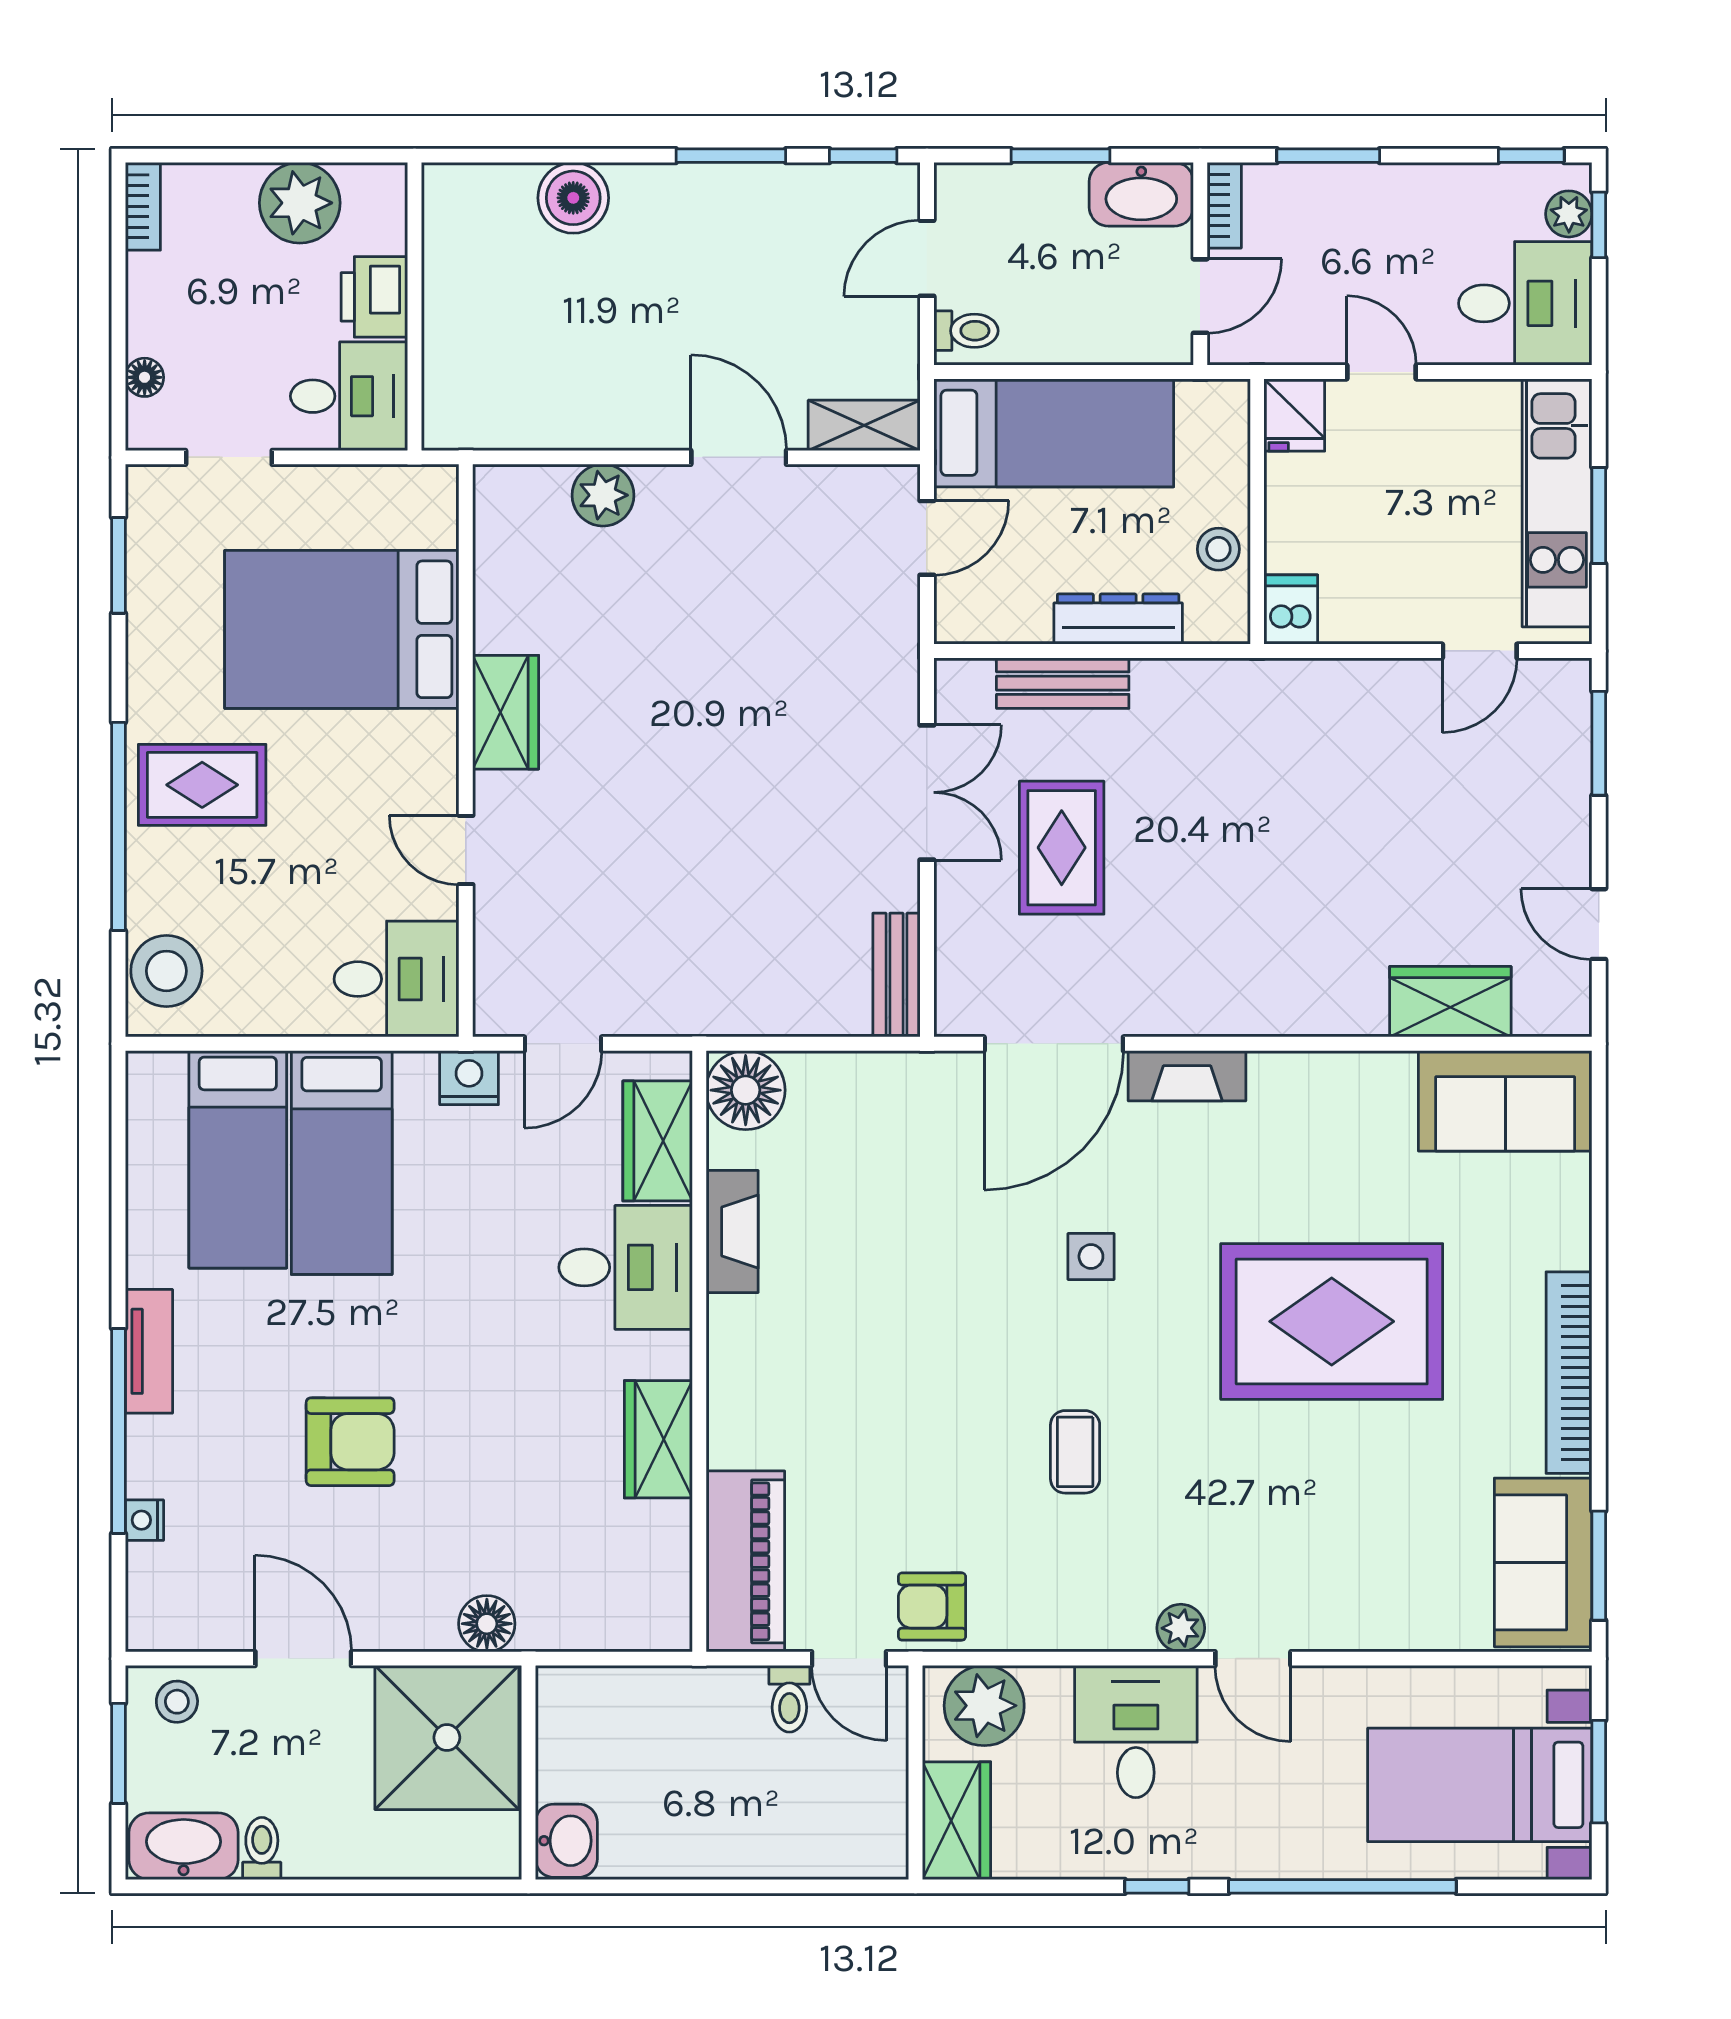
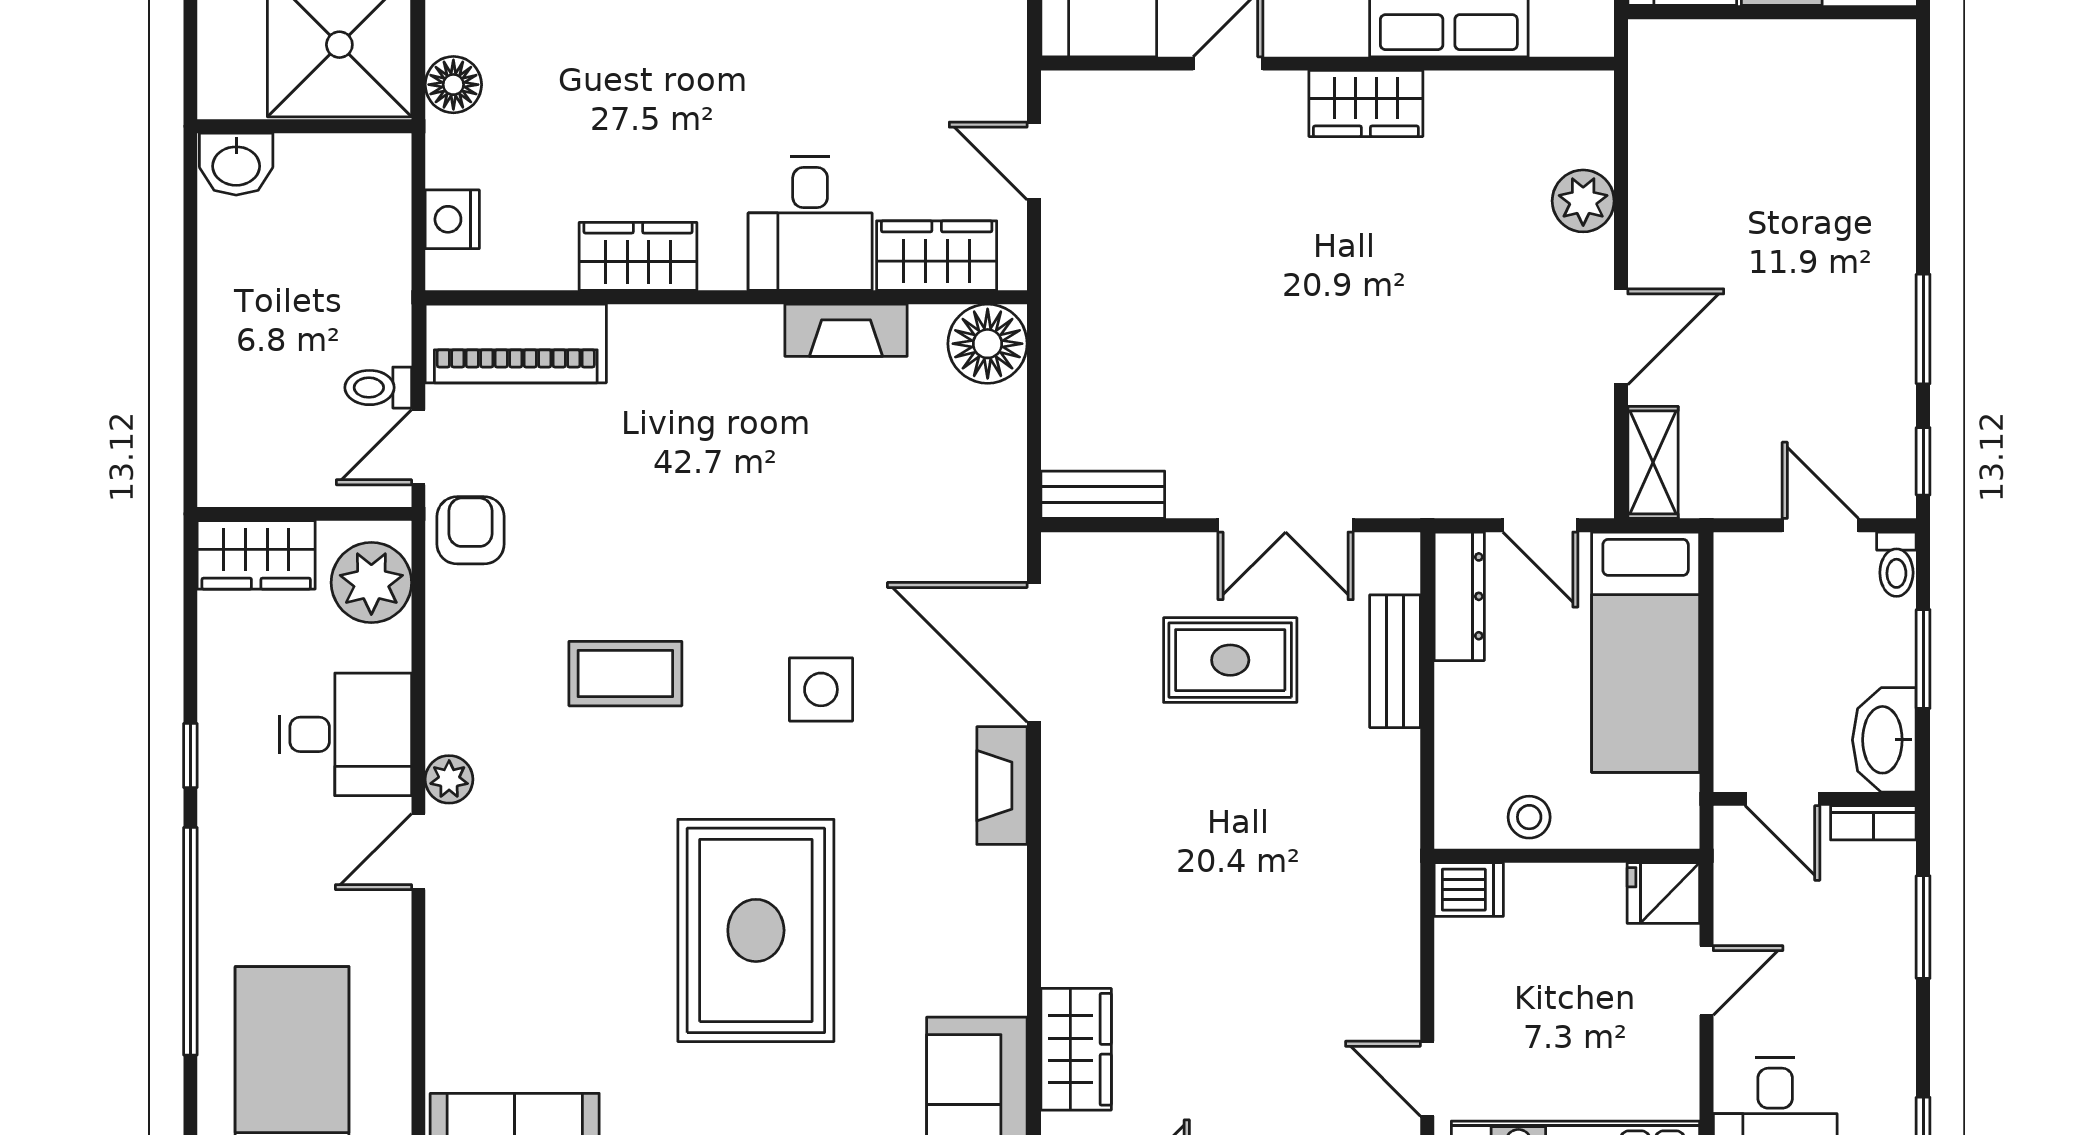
boiler: (573, 198) -> (1881, 171), removed
toilet: (966, 331) -> (1896, 564), moved
dresser: (1118, 619) -> (1459, 596), moved
nightstand: (469, 1078) -> (452, 219), moved, turned 180
side table: (1091, 1256) -> (821, 689), width x1.37, depth x1.37
coffee table: (1075, 1452) -> (625, 674), width x1.36, depth x1.30

